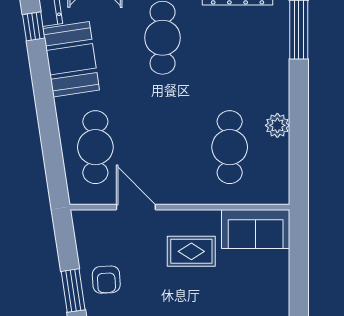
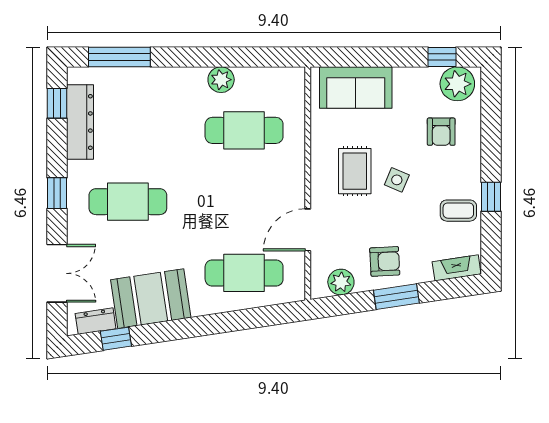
sofa: (256, 229) -> (356, 88), moved, turned 90
plant: (87, 238) -> (341, 282), added
side table: (183, 291) -> (397, 180), added

